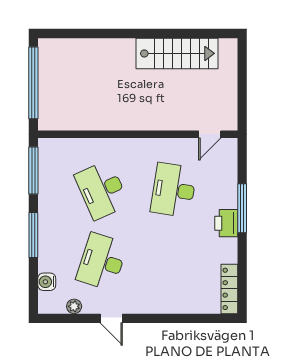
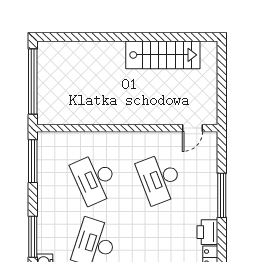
desk: (174, 190) -> (160, 179), turned -30
printer: (226, 223) -> (207, 232), moved
window: (33, 235) -> (33, 237), moved

